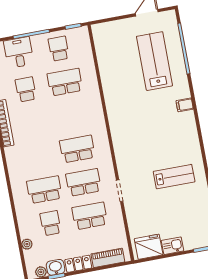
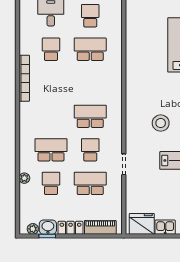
stool: (149, 143) -> (161, 123), added
school desk: (83, 182) -> (90, 150), width x0.54
plant: (27, 244) -> (24, 178), moved

